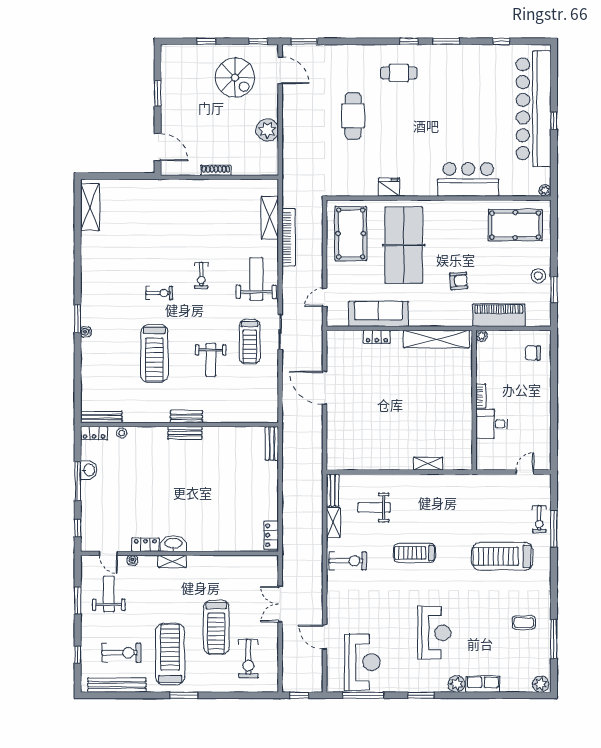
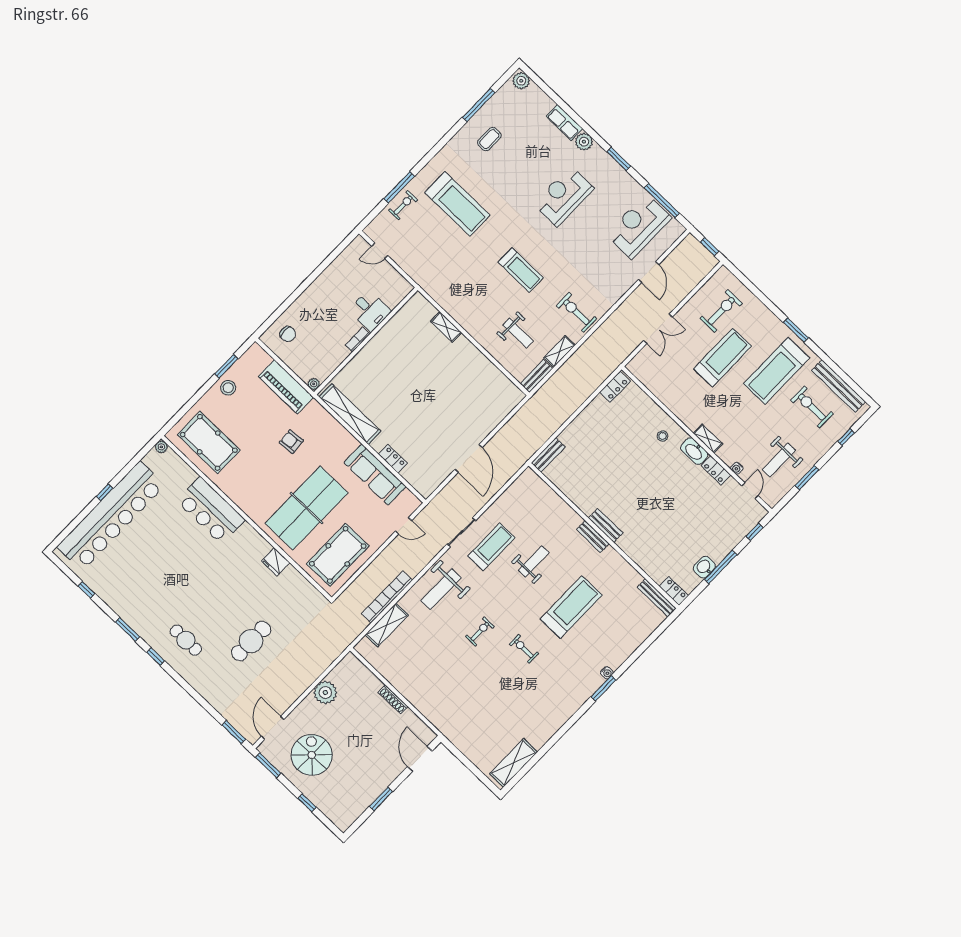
window: (258, 41) -> (268, 765), width x1.50
stool: (122, 433) -> (663, 436), moved
coffee table: (524, 623) -> (489, 139), turned 90

